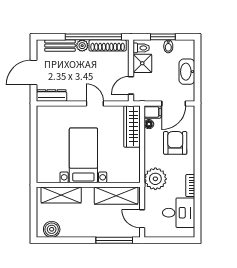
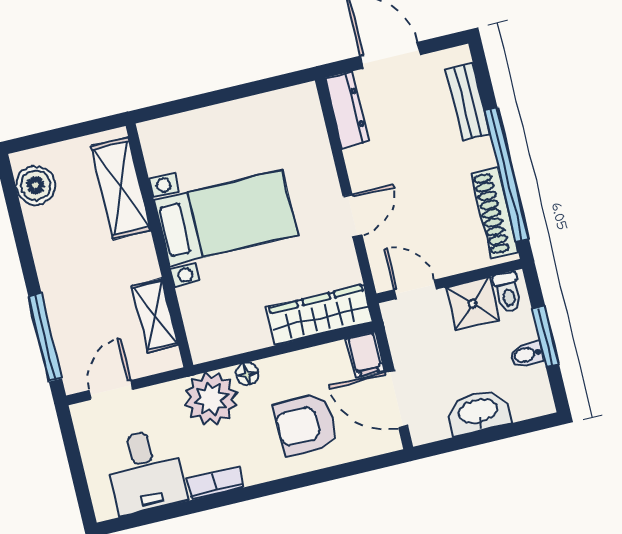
plant: (82, 46) -> (480, 154), removed
floor lamp: (149, 124) -> (247, 374), moved
armchair: (175, 143) -> (306, 425), turned 180
shelving: (116, 196) -> (155, 315), width x0.67, depth x0.75

